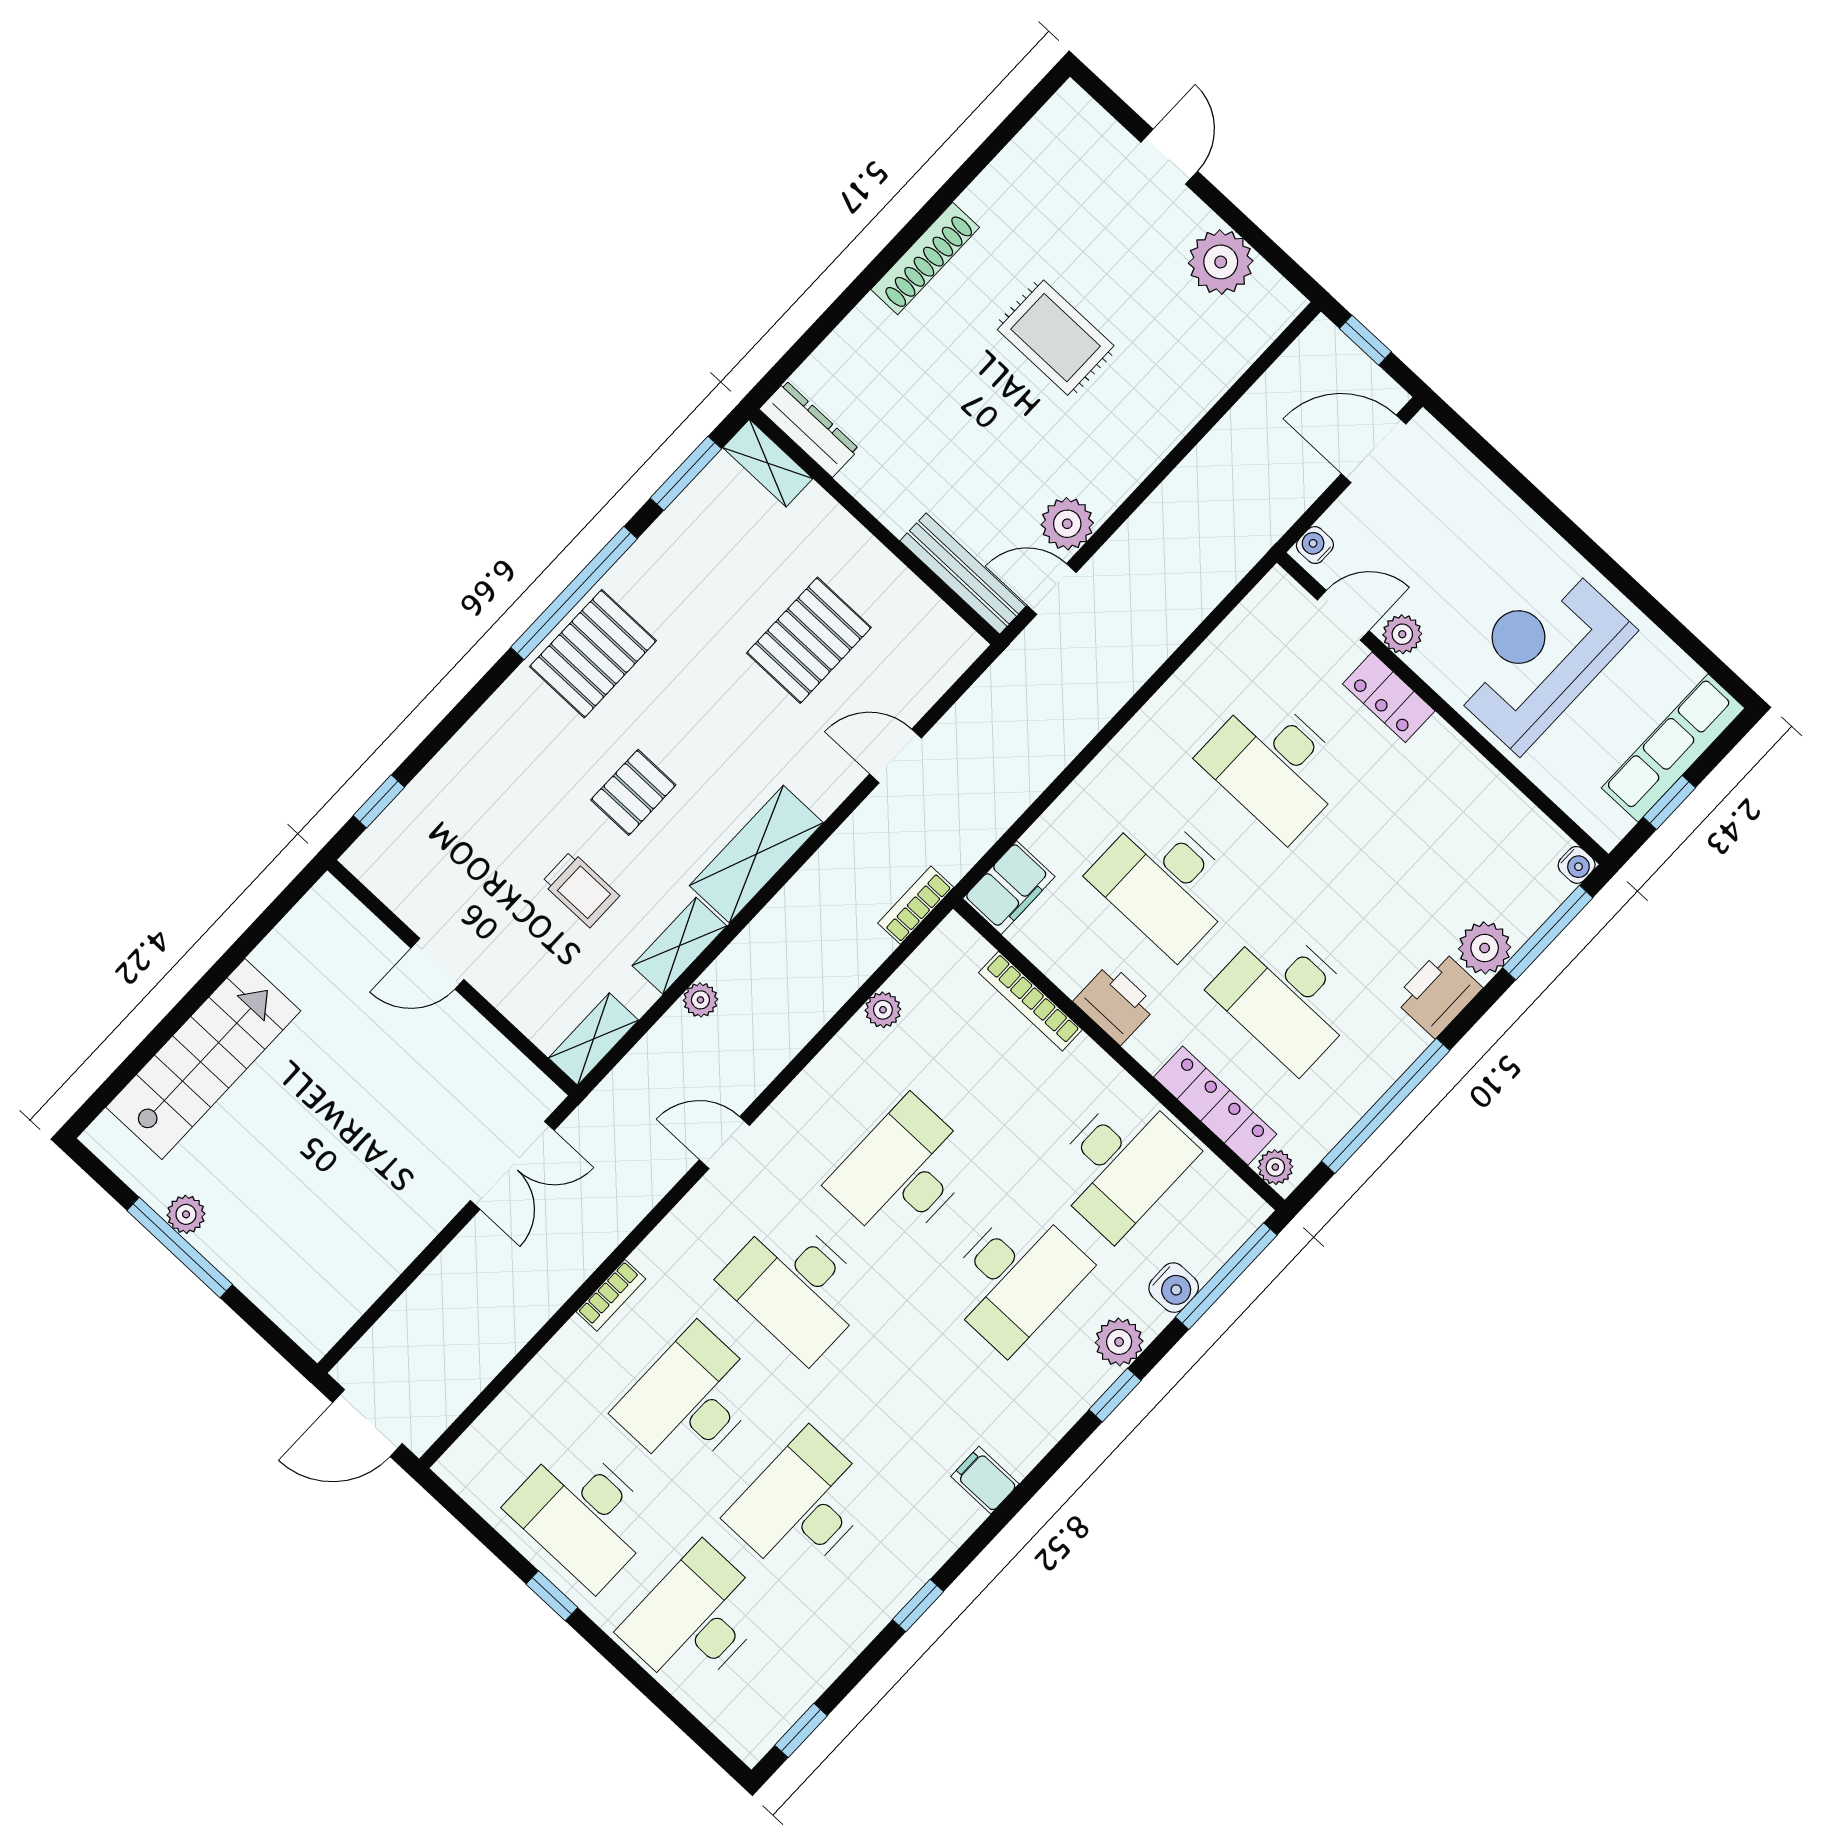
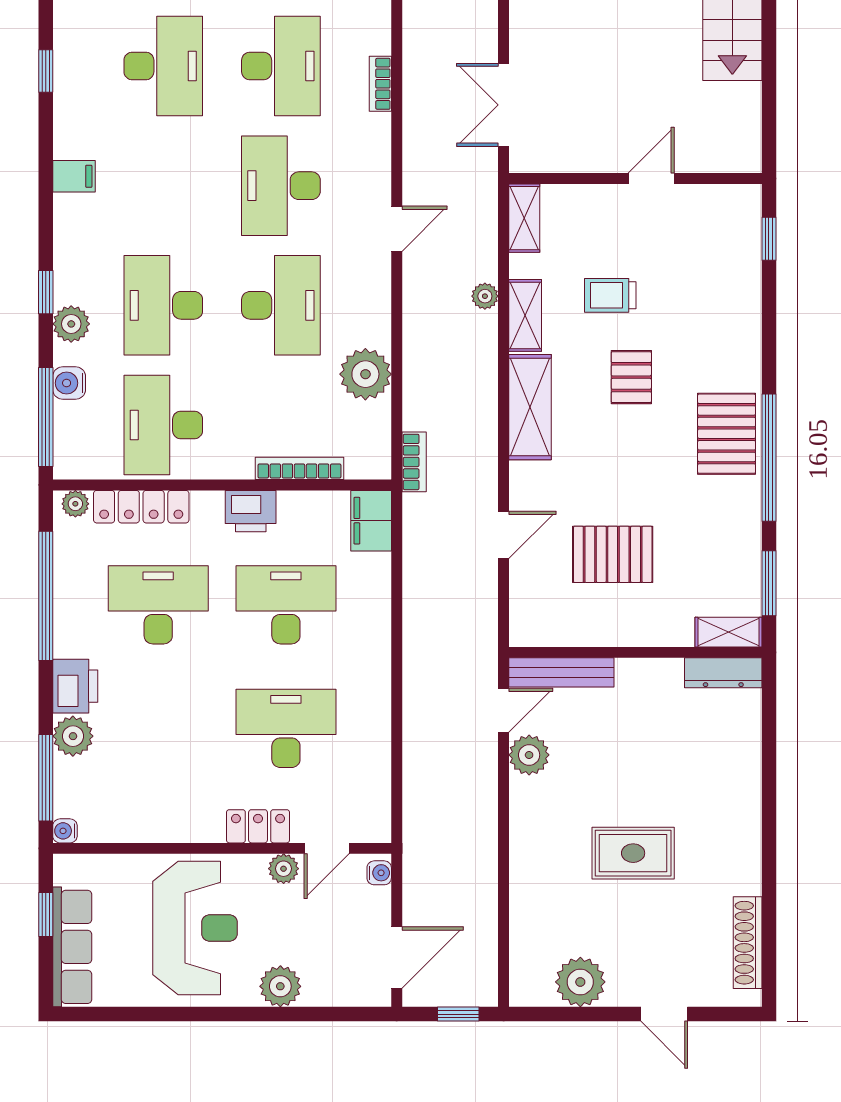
shoe rack: (925, 258) -> (748, 943), moved
plant: (1510, 525) -> (280, 986), added
pallet: (809, 640) -> (613, 554), turned 90
plant: (883, 1010) -> (365, 374), width x1.88, depth x1.88
desk: (796, 1287) -> (281, 186), turned -90

